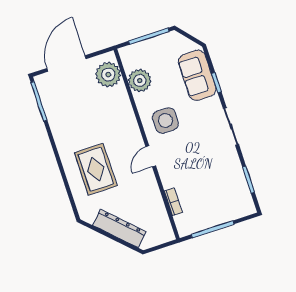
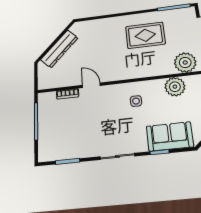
side table: (165, 121) -> (136, 101), width x0.54, depth x0.54
door: (151, 156) -> (91, 85), moved
rug: (96, 169) -> (145, 35), moved

